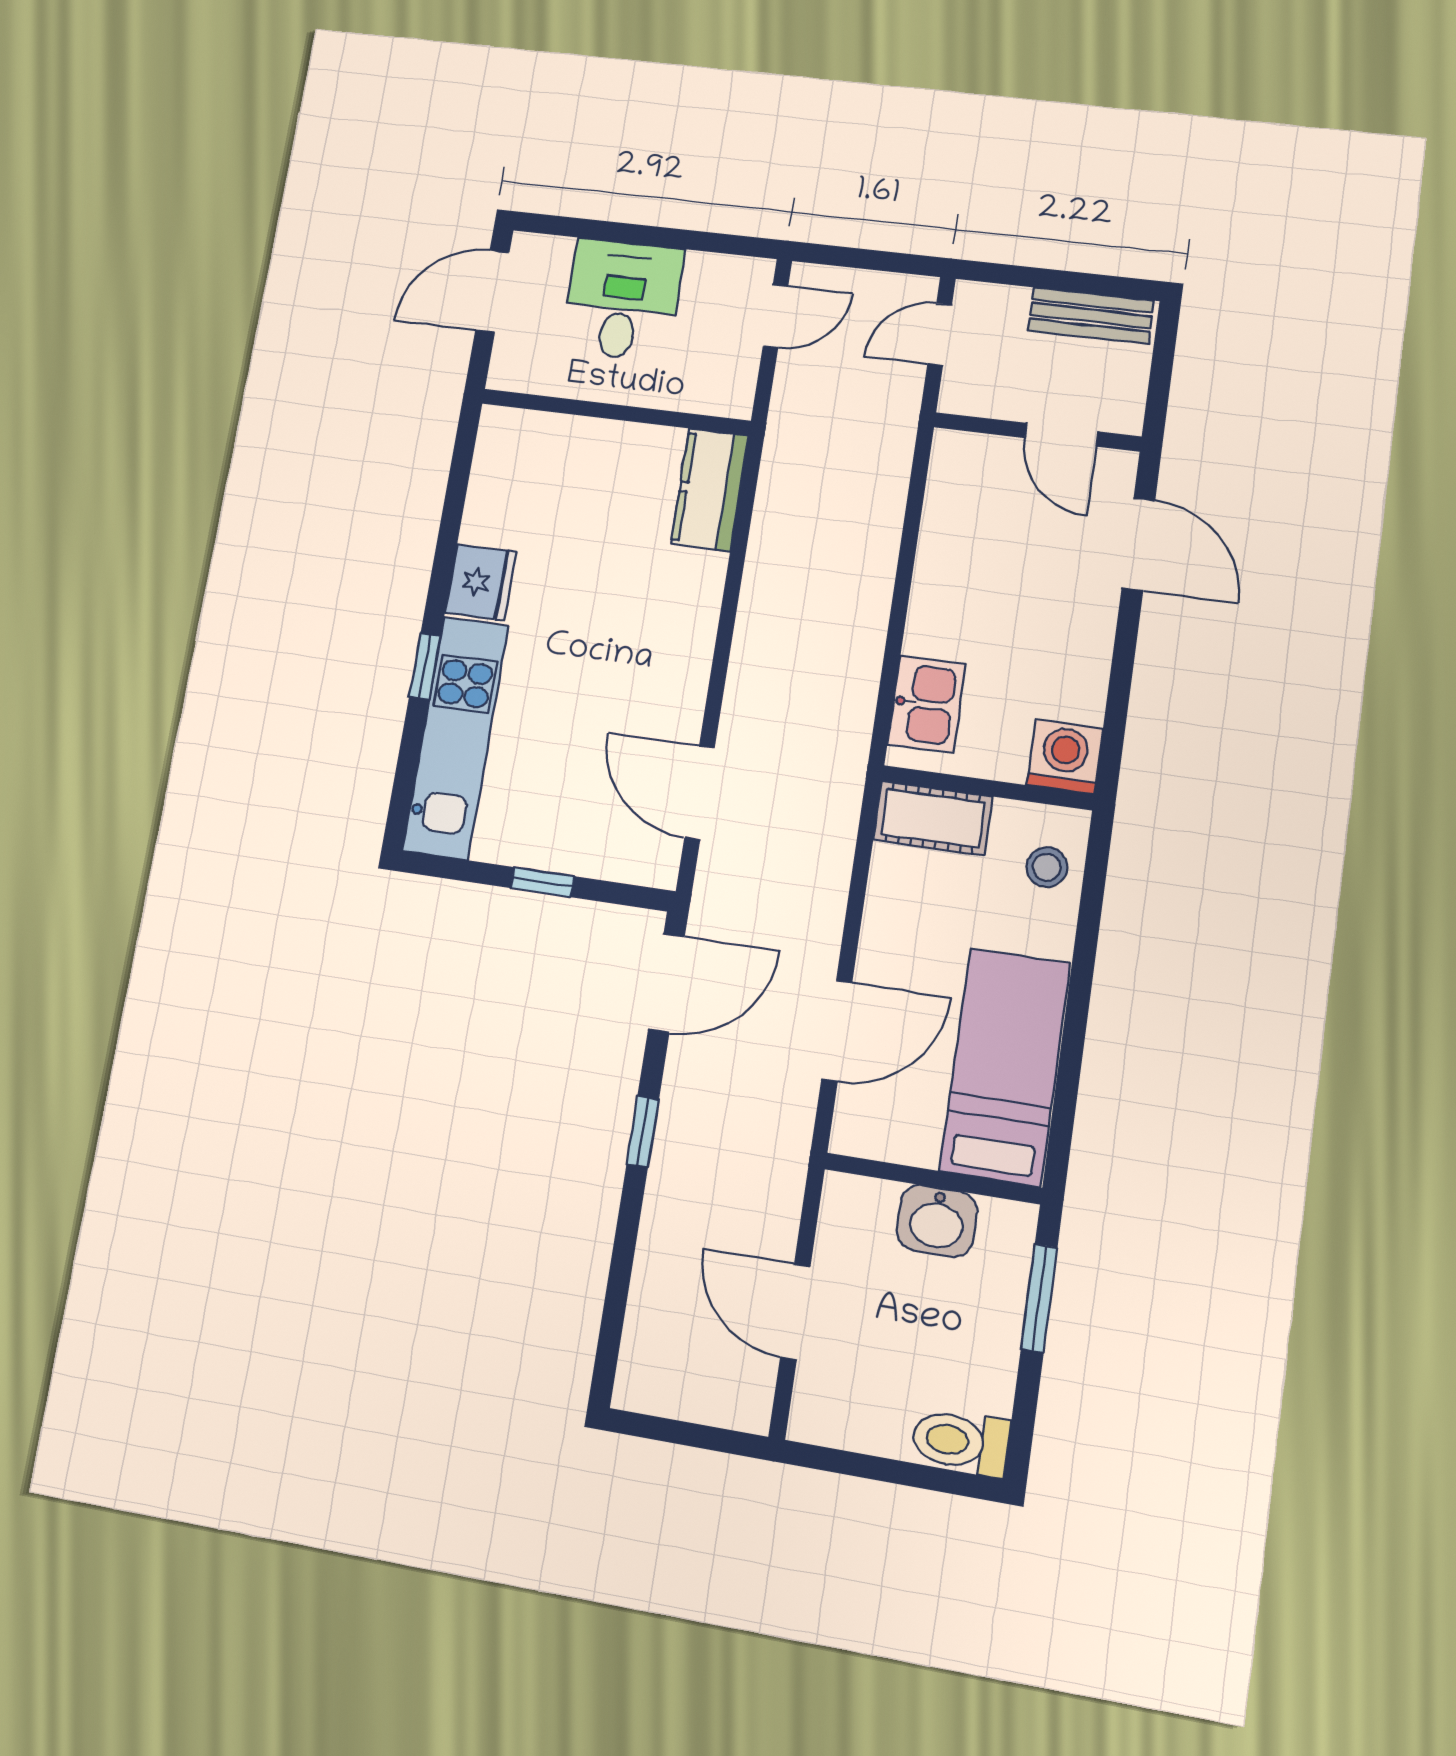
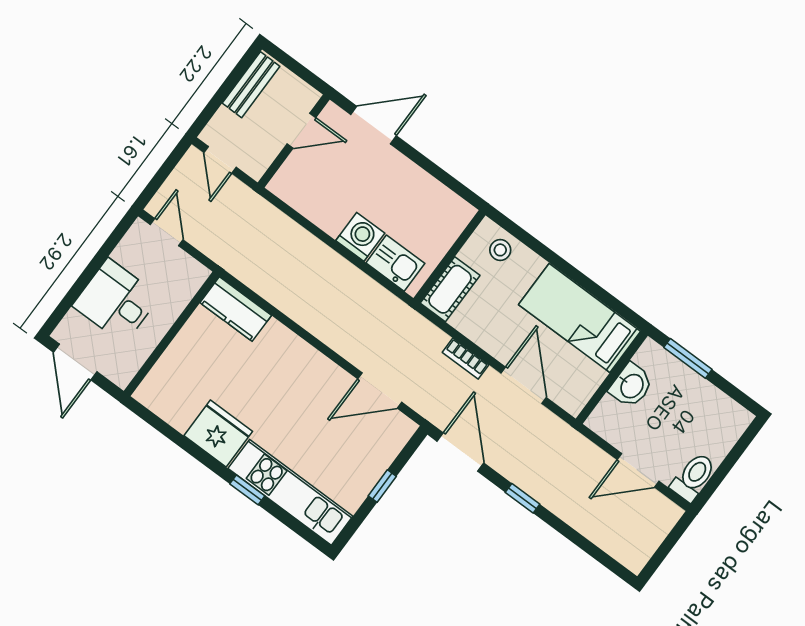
fridge: (481, 582) -> (218, 433), width x1.36, depth x1.34
washing machine: (1065, 757) -> (360, 237), moved, turned 90
bookcase: (829, 907) -> (466, 359), added
toilet: (961, 1442) -> (693, 477), moved, turned 180

